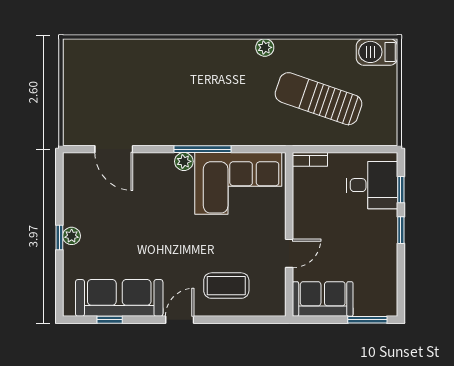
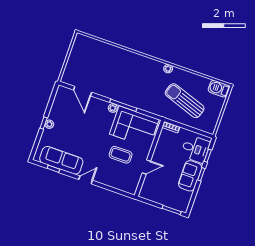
coffee table: (226, 286) -> (121, 155), moved
sofa: (323, 299) -> (190, 176), moved, turned -90

